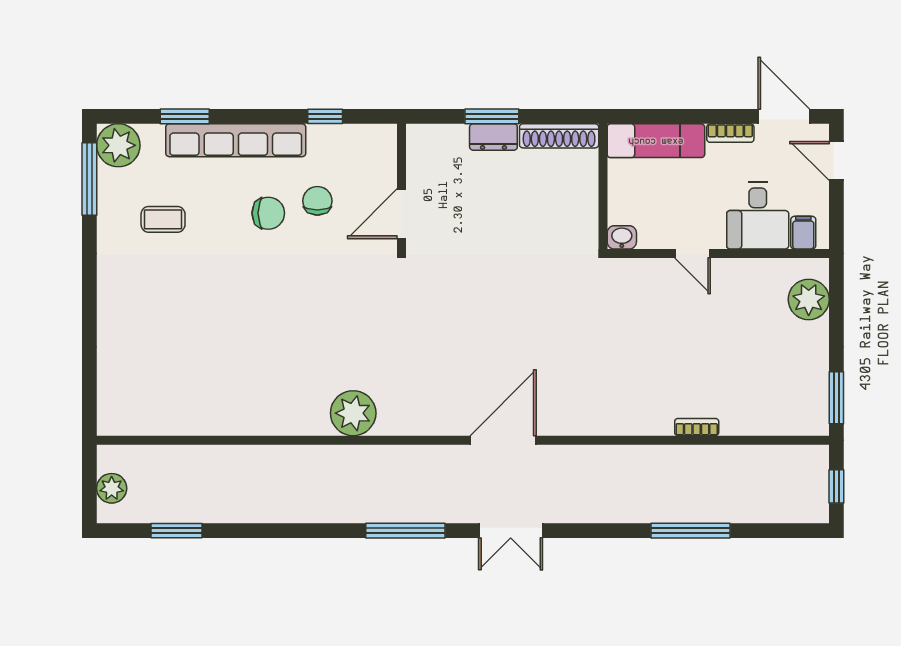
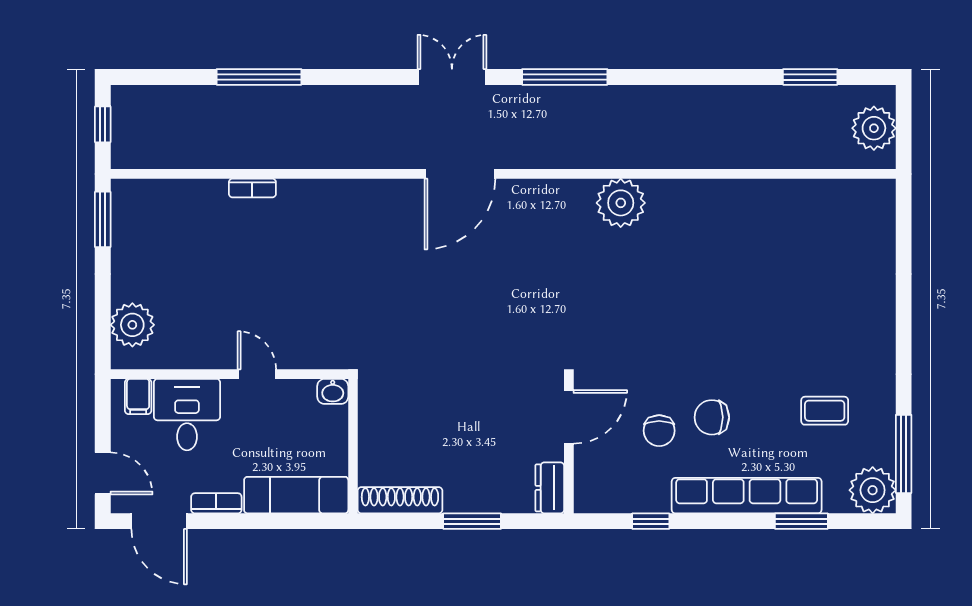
dresser: (493, 137) -> (550, 488), moved, turned -90
plant: (112, 488) -> (874, 128), width x1.36, depth x1.36

